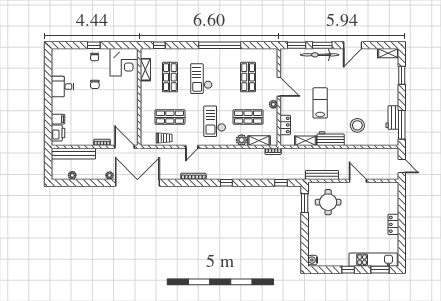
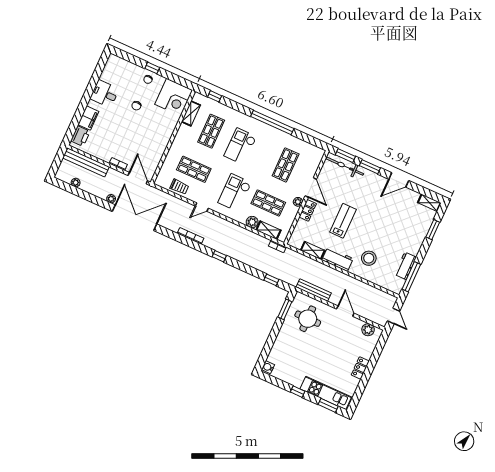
bicycle: (320, 55) -> (345, 166), moved
filing cabinet: (58, 119) -> (88, 118), width x2.00
locker: (285, 125) -> (308, 210), moved
plant: (385, 188) -> (368, 330), added

